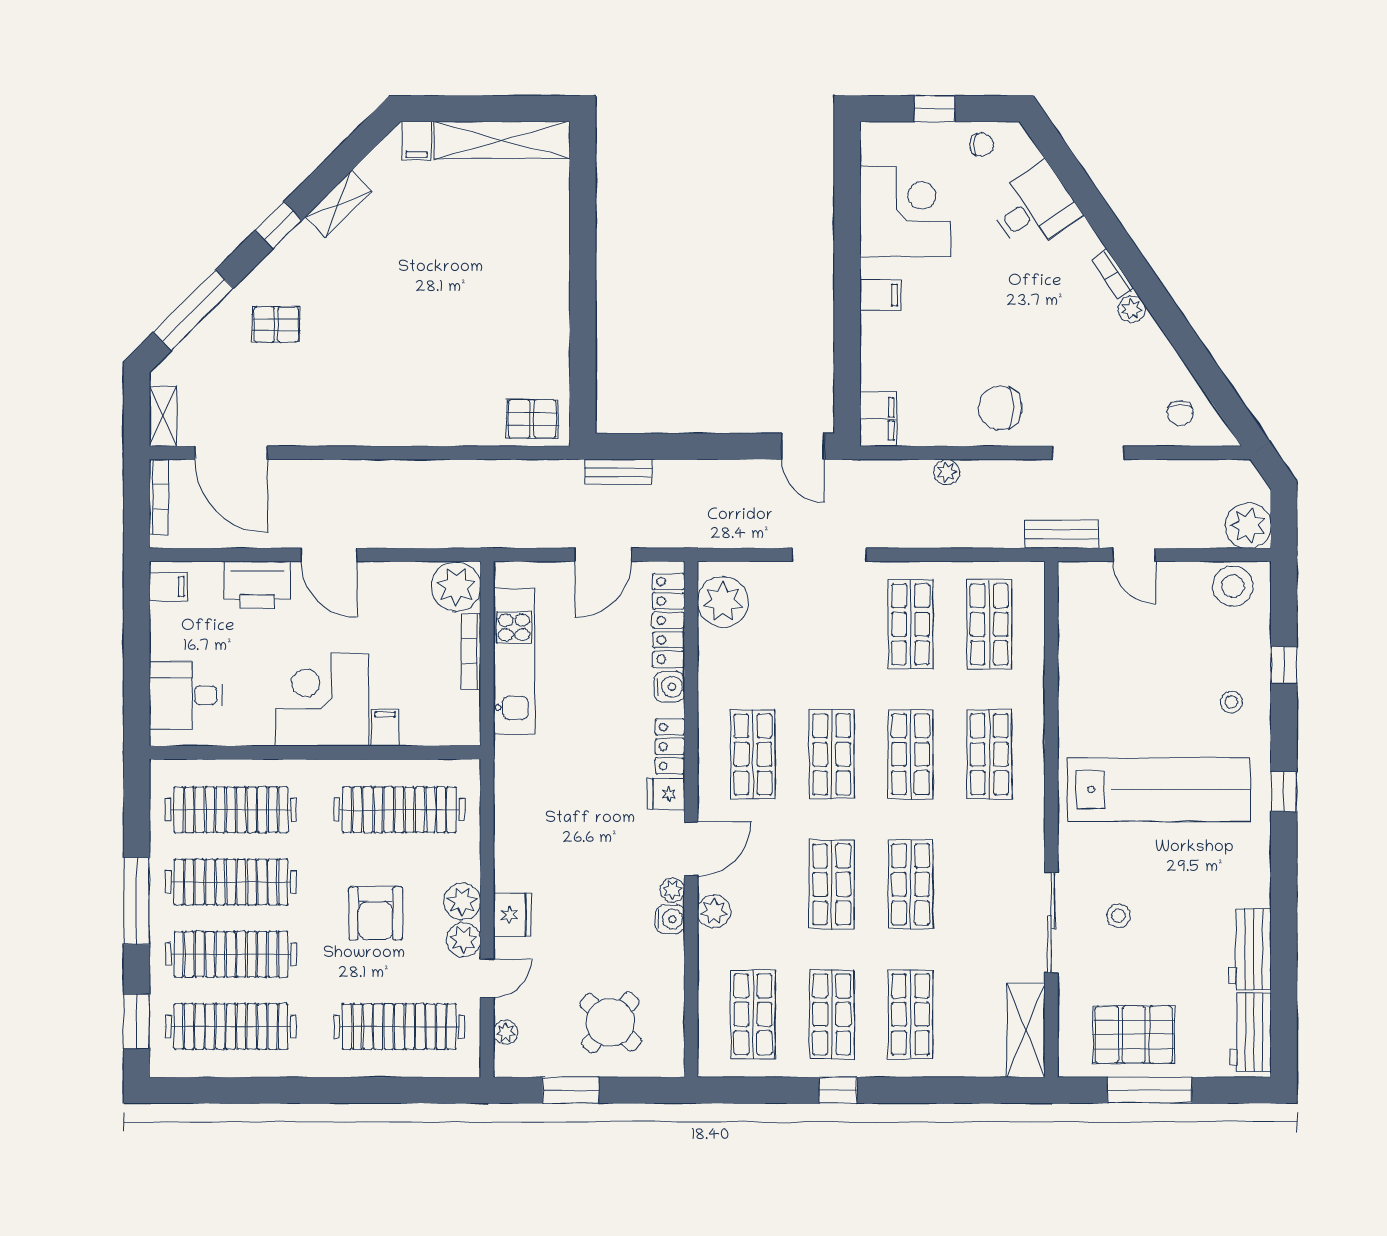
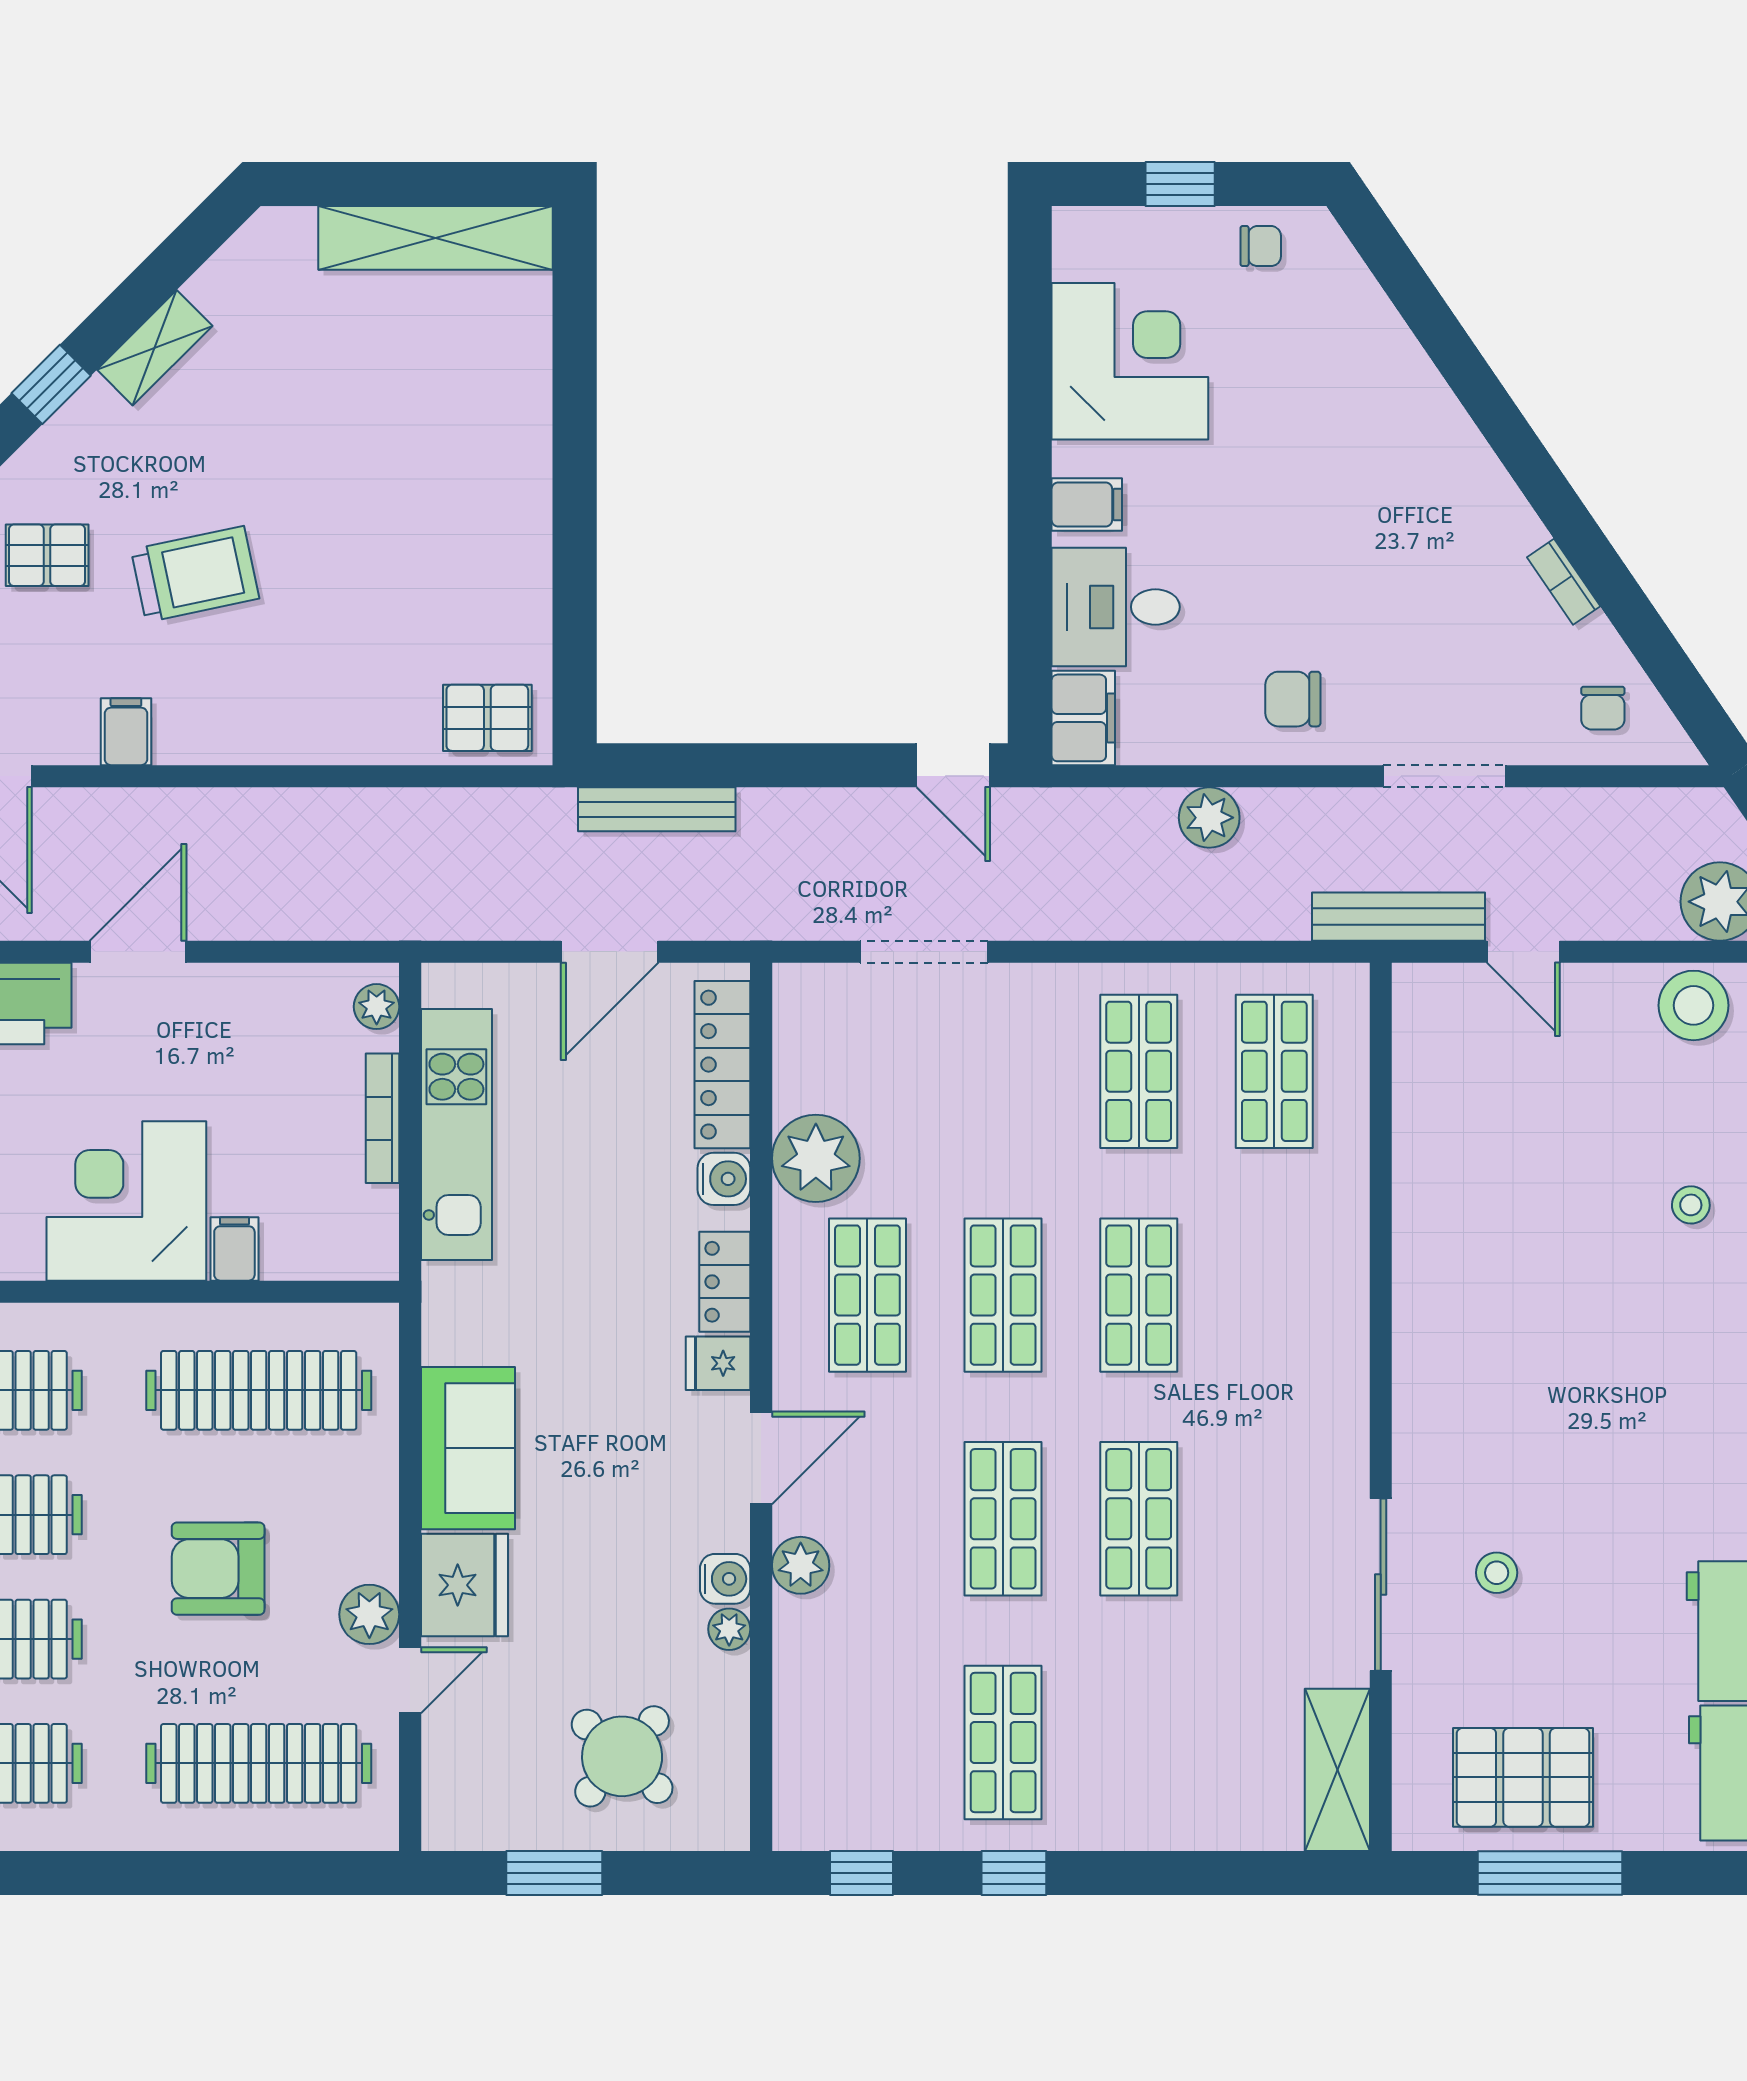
filing cabinet: (417, 141) -> (126, 732), moved, turned 180
desk: (1034, 208) -> (1116, 607), moved, turned -146
bookcase: (1112, 274) -> (1564, 582), moved
plant: (1132, 309) -> (1519, 529), removed
trolley: (362, 335) -> (195, 574), added
chair: (1000, 408) -> (1293, 699), width x0.73, depth x0.73
bench: (618, 472) -> (657, 809), width x1.36
plant: (947, 472) -> (1209, 818), width x1.38, depth x1.38
bench: (1061, 534) -> (1398, 917), width x1.36
door: (329, 555) -> (138, 952), swing flipped
doorway: (829, 555) -> (924, 952), moved
plant: (456, 587) -> (377, 1007), width x0.53, depth x0.53
plant: (723, 602) -> (816, 1158), moved
shop shelf: (989, 754) -> (1274, 1295), removed
lab bench: (1159, 790) -> (1566, 1356), removed
sofa: (521, 843) -> (468, 1448), added
plant: (673, 890) -> (729, 1629), moved
plant: (462, 901) -> (367, 1548), removed
armchair: (376, 913) -> (218, 1569), turned 90
fridge: (512, 915) -> (465, 1585), width x1.36, depth x1.34
shop shelf: (753, 1014) -> (867, 1743), removed
shop shelf: (911, 1014) -> (1139, 1743), removed
plant: (506, 1032) -> (442, 1774), removed
window: (749, 1090) -> (862, 1873), added

